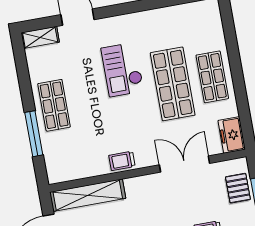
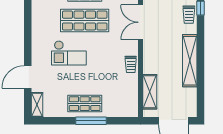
window: (34, 134) -> (91, 121), moved
shelving: (88, 195) -> (150, 92), width x0.68

